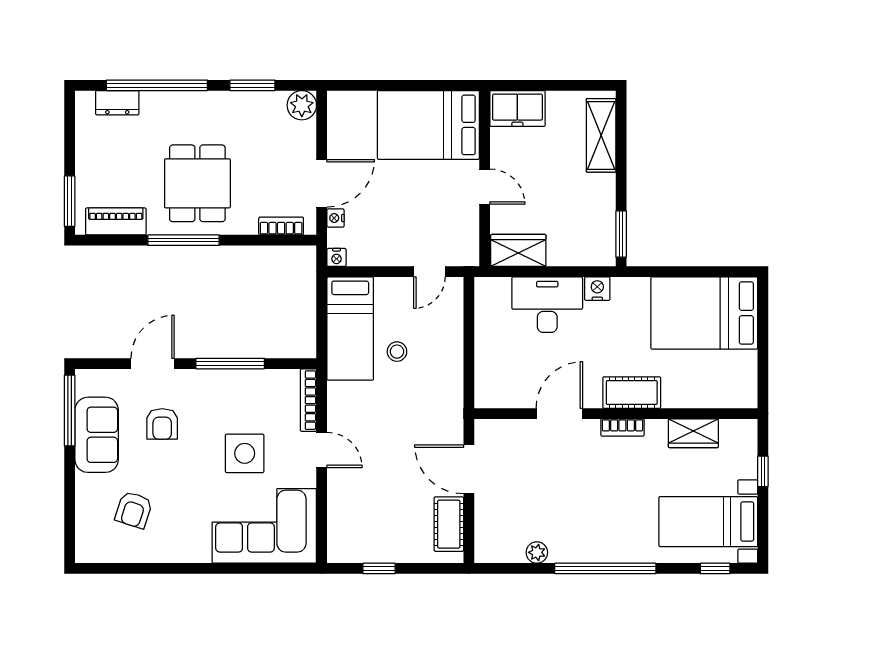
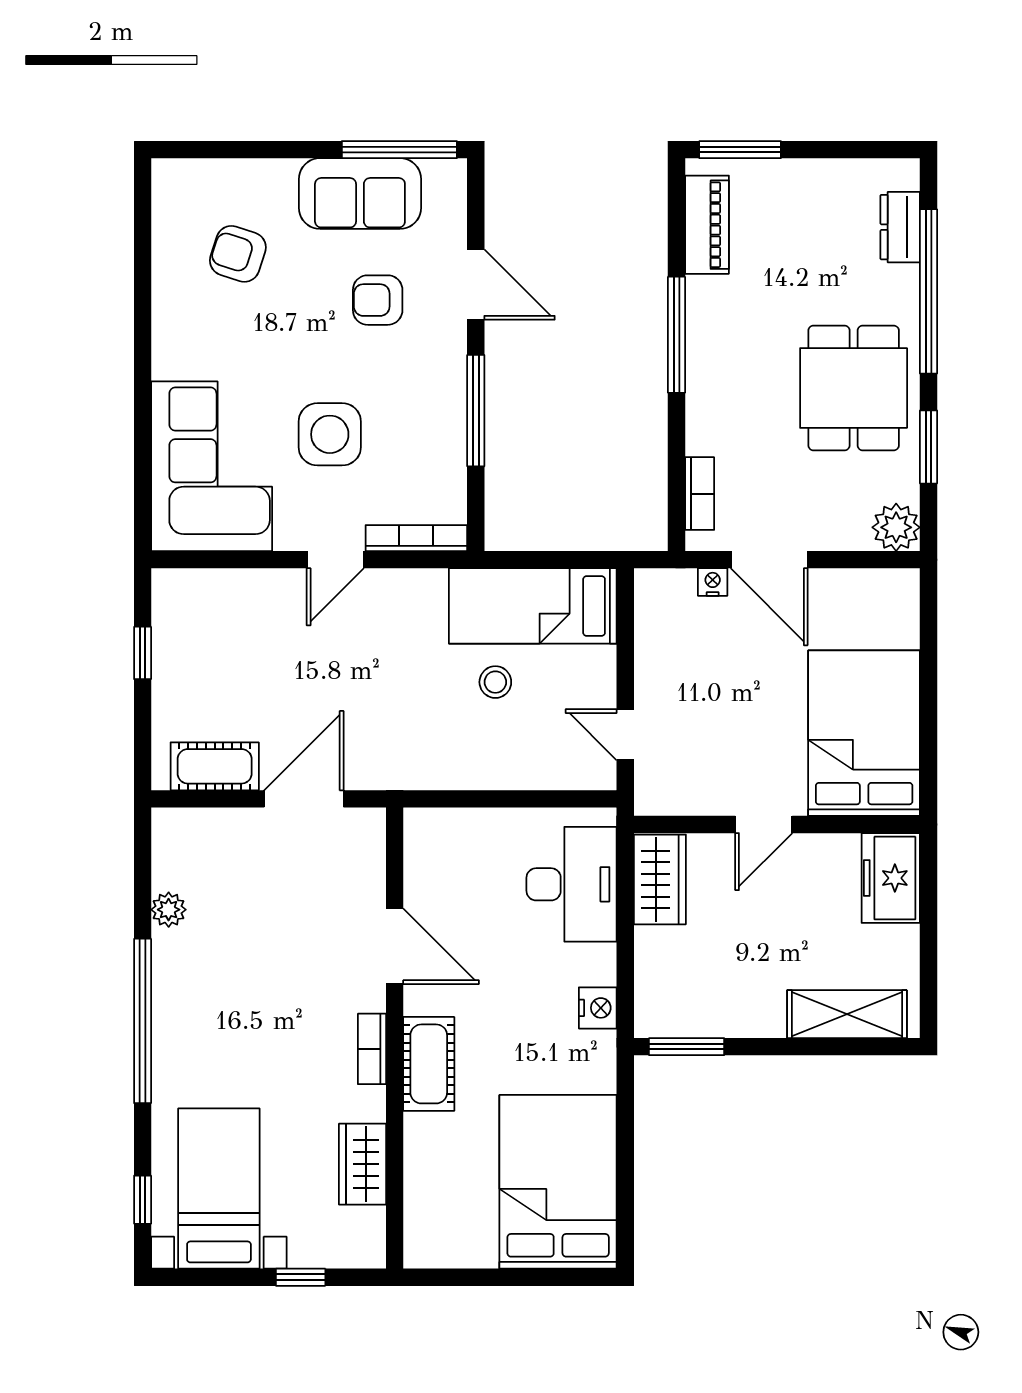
dining table: (197, 183) -> (854, 388), moved, turned 90
nightstand: (336, 257) -> (648, 584), removed
desk: (547, 305) -> (572, 884), moved

